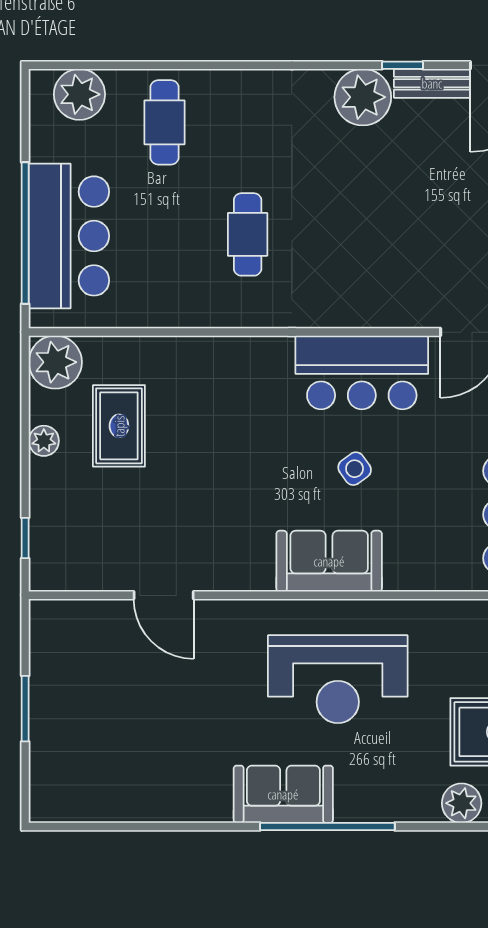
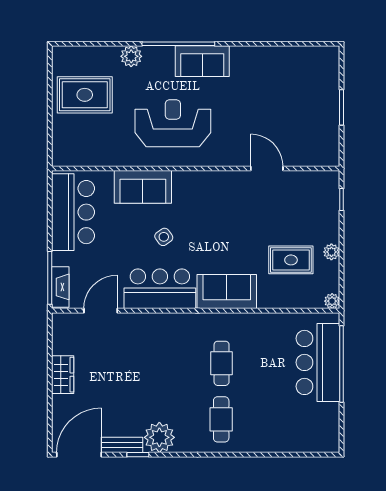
plant: (79, 94) -> (312, 439), removed
cafe table: (165, 122) -> (221, 419), moved
plant: (55, 362) -> (332, 301), width x0.53, depth x0.53
sofa: (238, 367) -> (227, 292), added
rug: (119, 426) -> (291, 260), turned 90
sofa: (329, 561) -> (143, 187), moved
plant: (462, 803) -> (131, 56), moved

